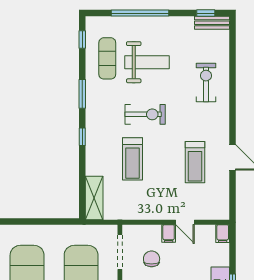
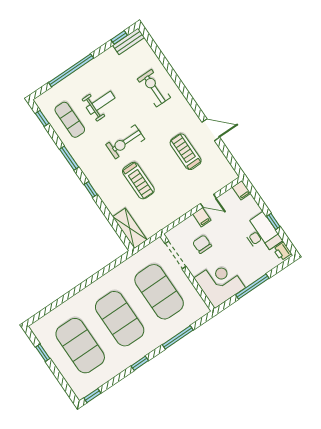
weight bench: (147, 62) -> (101, 103), width x0.73, depth x0.75
exercise bike: (145, 114) -> (125, 142), turned 180
treadmill: (195, 162) -> (186, 152), turned 180

